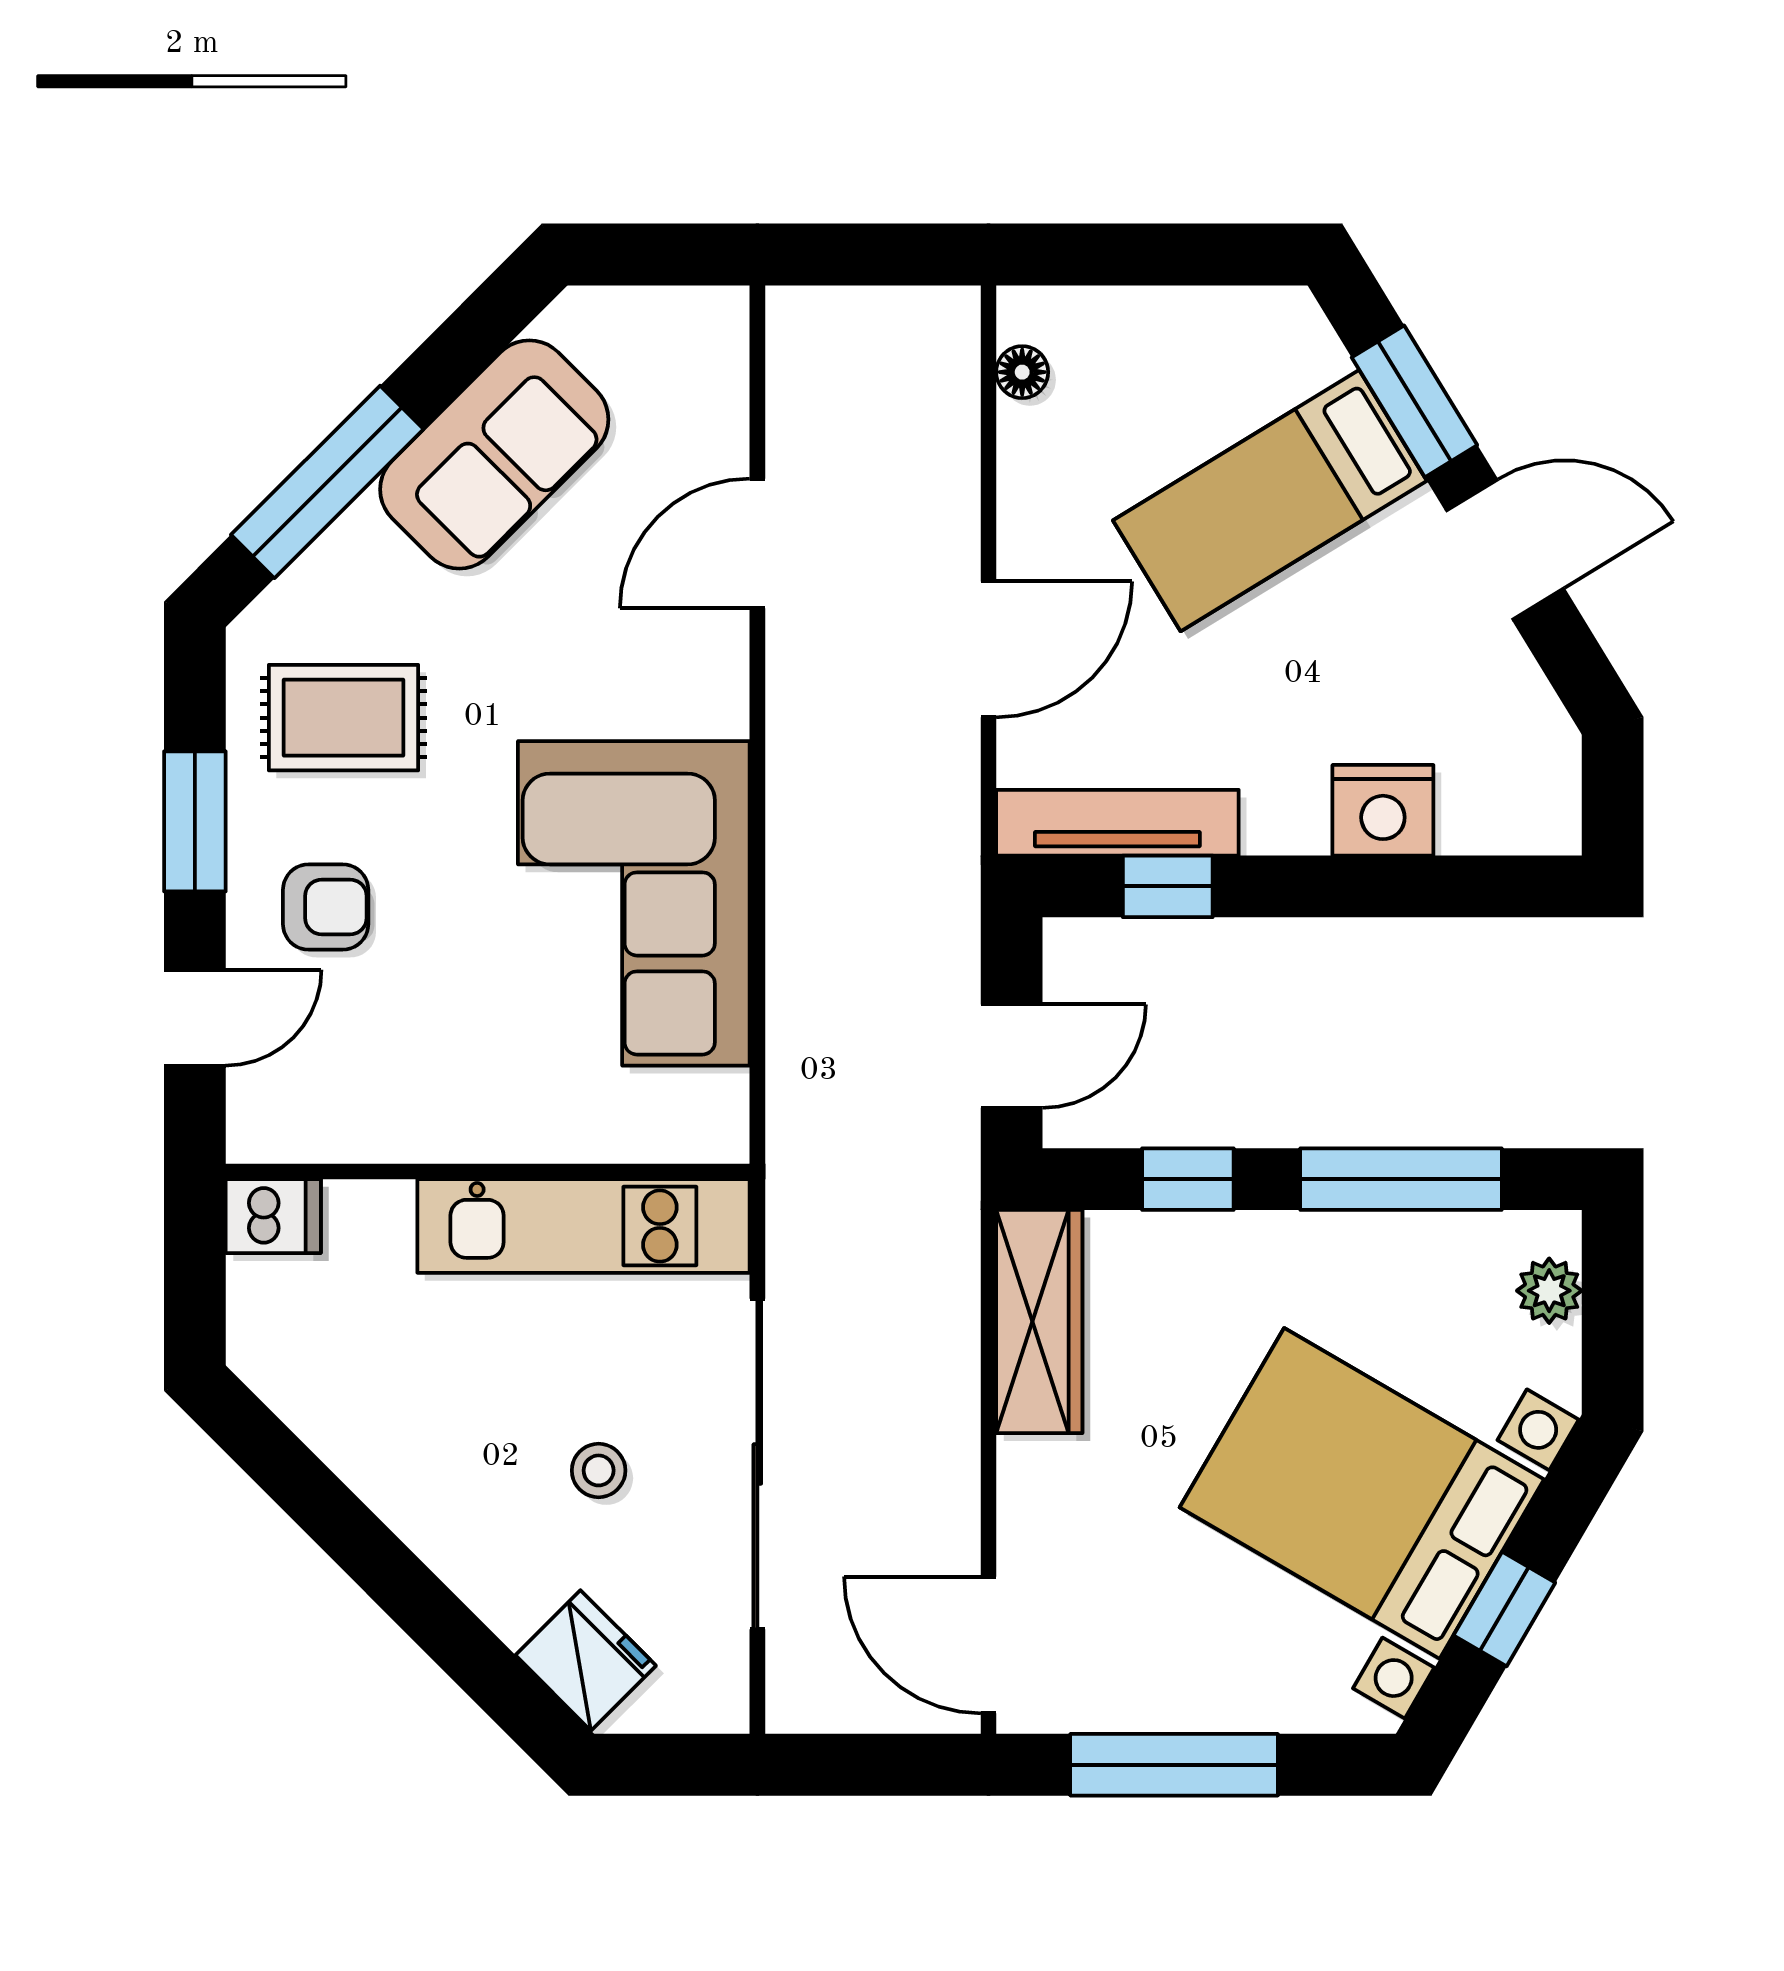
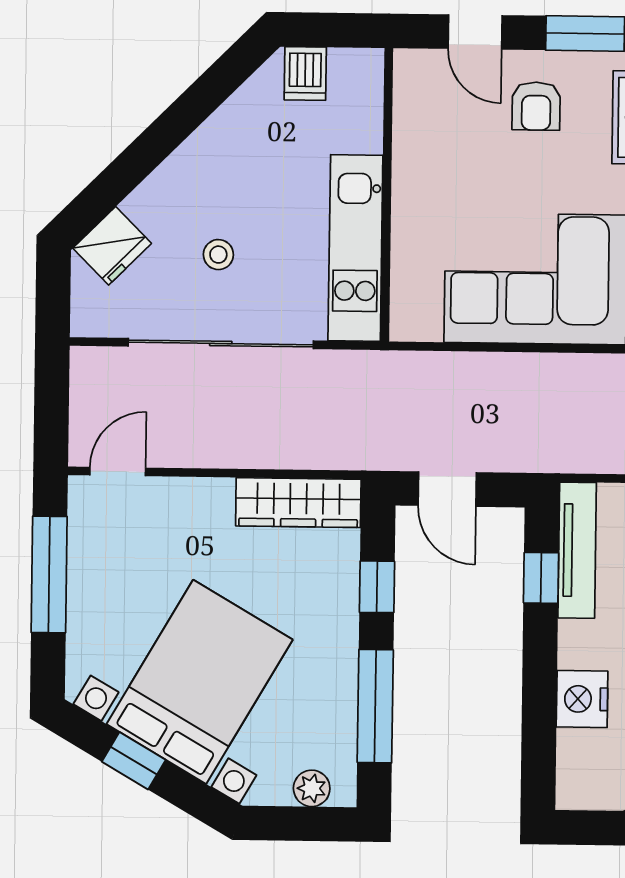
dishwasher: (273, 1216) -> (305, 74), moved
door: (988, 1645) -> (118, 472), width x0.73

